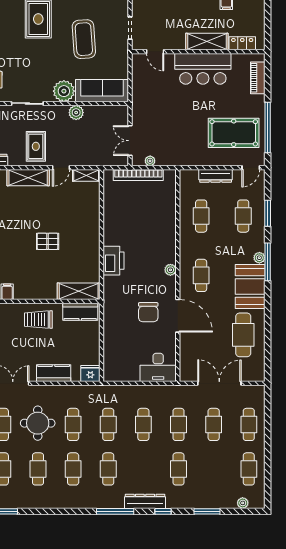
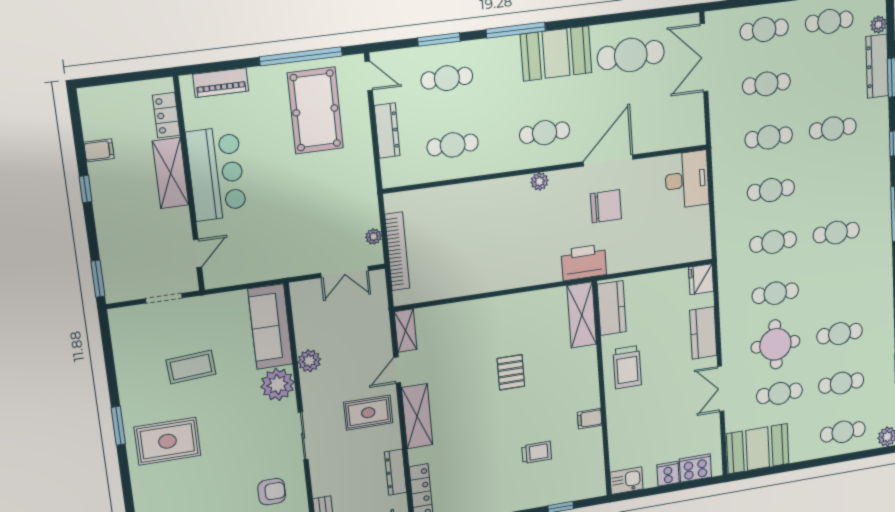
coffee table: (84, 39) -> (191, 367), width x0.73, depth x0.76
door: (61, 168) -> (397, 370), swing flipped
plant: (259, 258) -> (510, 44), removed
printer: (113, 261) -> (584, 262), moved
double door: (219, 383) -> (704, 58), moved
cafe table: (73, 469) -> (838, 283), removed
dresser: (145, 501) -> (877, 66), moved

